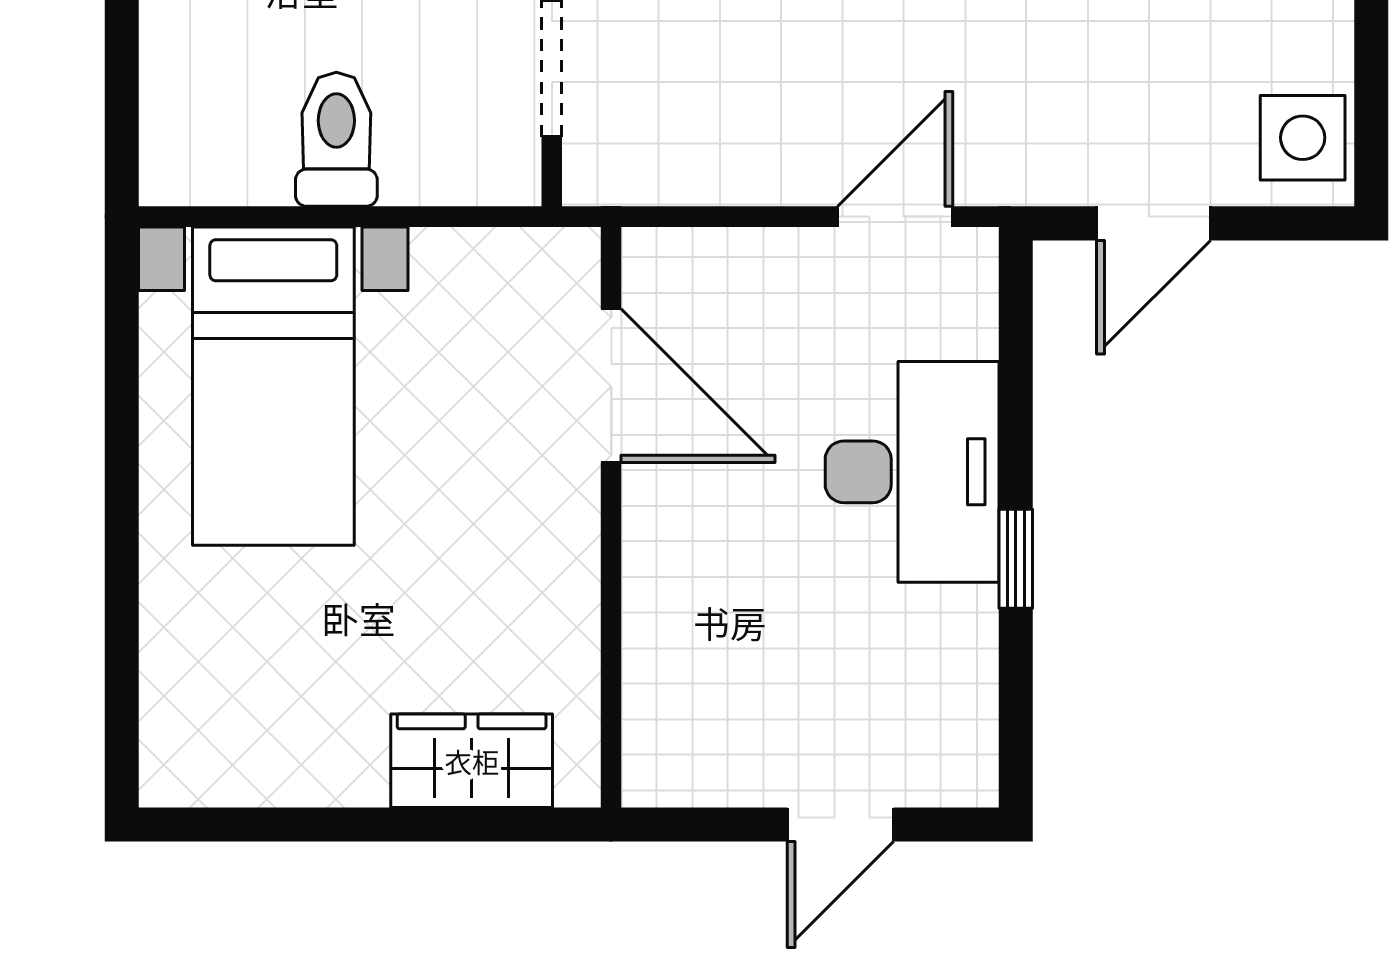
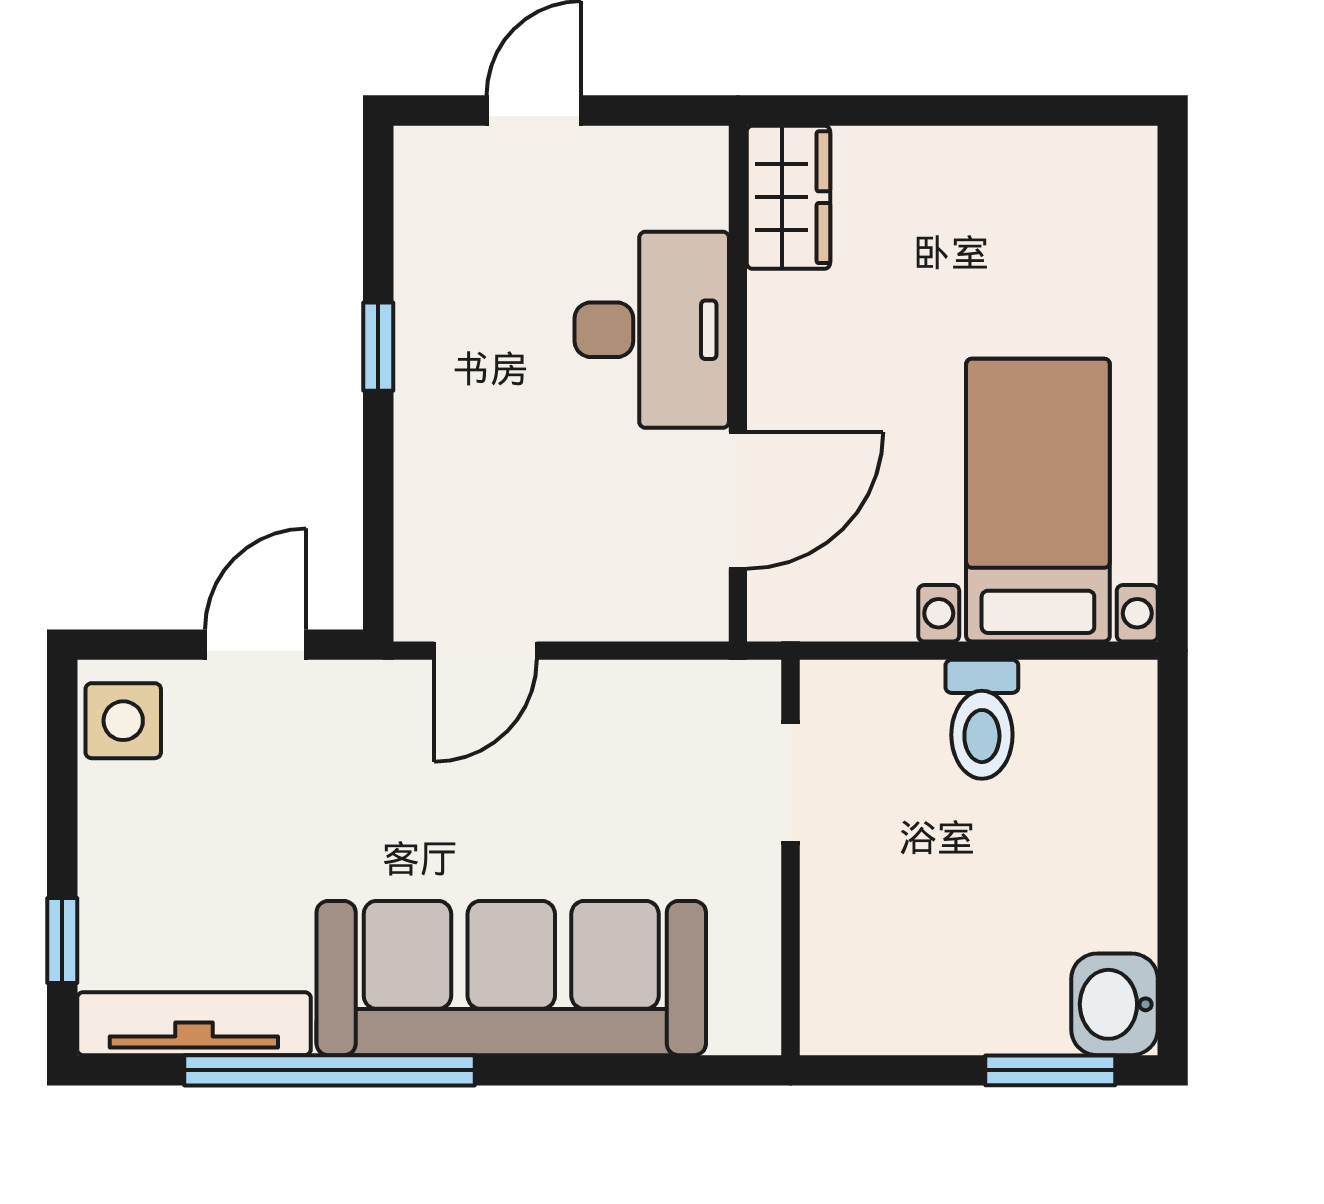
door: (611, 386) -> (738, 500), swing flipped
desk: (912, 472) -> (652, 330), moved, turned 180
wardrobe: (472, 761) -> (788, 197), moved, turned -90

